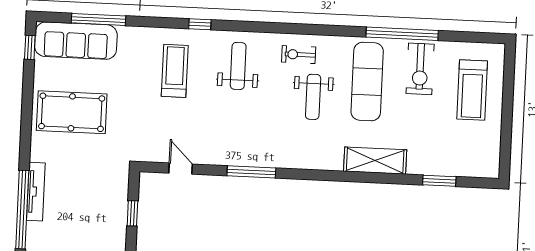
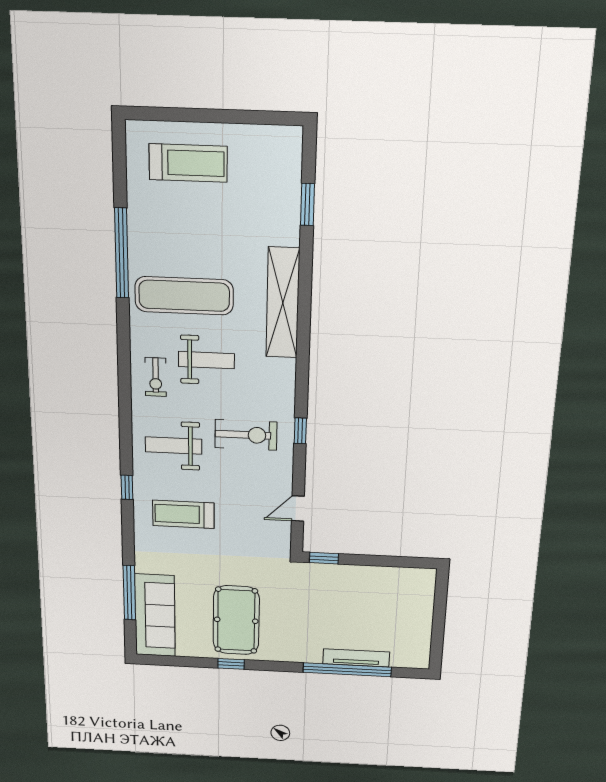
window: (30, 47) -> (231, 664), moved
exercise bike: (420, 69) -> (246, 435), moved
shelving: (375, 161) -> (283, 303), width x1.47
window: (251, 172) -> (300, 431), width x0.46
tv unit: (36, 192) -> (356, 658), moved
window: (132, 213) -> (324, 558), moved

